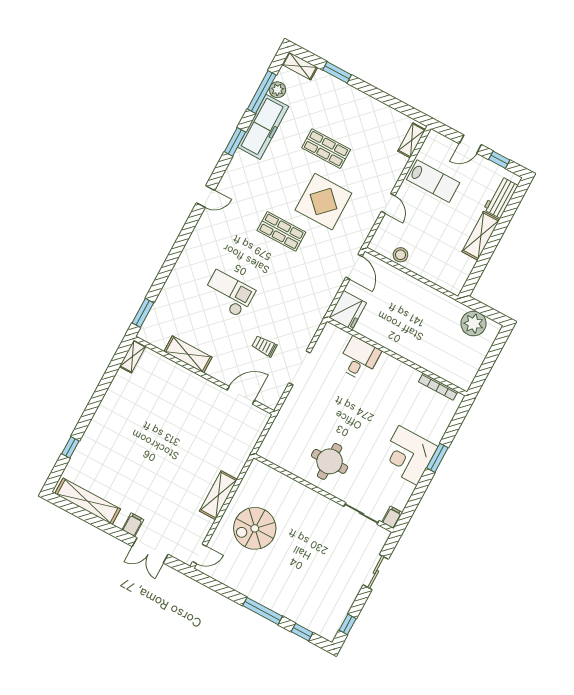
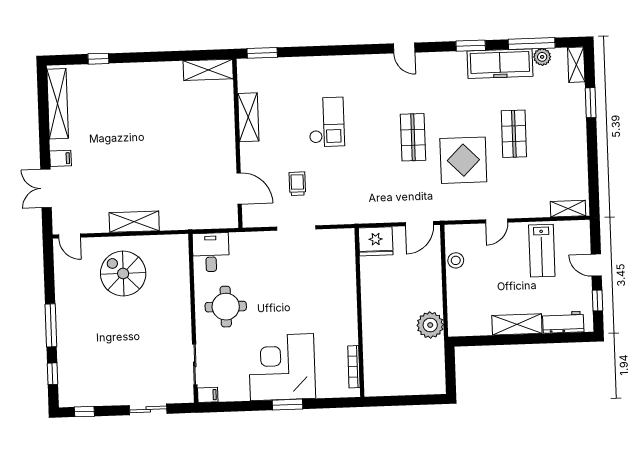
plant: (474, 324) -> (430, 325), moved
shelving: (133, 356) -> (208, 70), width x1.50, depth x1.33
desk: (359, 359) -> (211, 252), moved, turned -90
corner desk: (408, 455) -> (282, 367), width x1.36, depth x1.36

